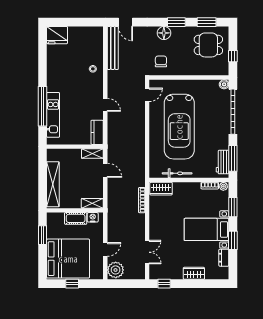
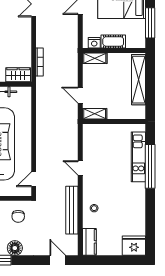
bench: (113, 48) -> (72, 210), moved
kitchen counter: (97, 132) -> (89, 242), moved
window: (43, 235) -> (150, 23), width x1.44

